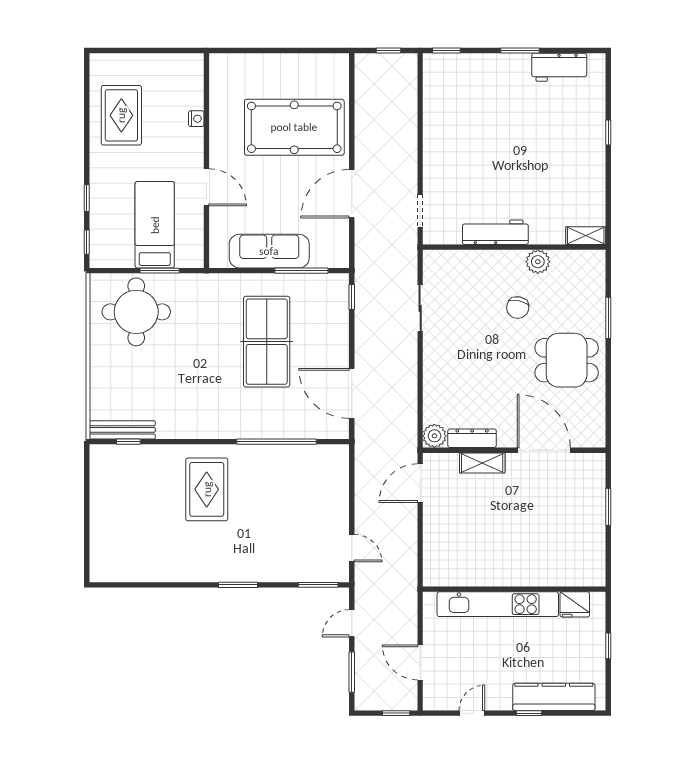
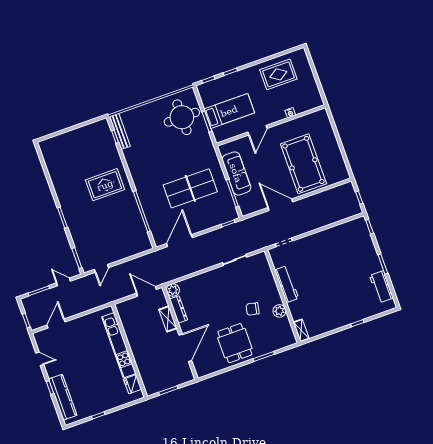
wall: (514, 589) -> (129, 351), moved
kitchen unit: (498, 604) -> (119, 345), moved
fridge: (575, 604) -> (133, 384), moved

